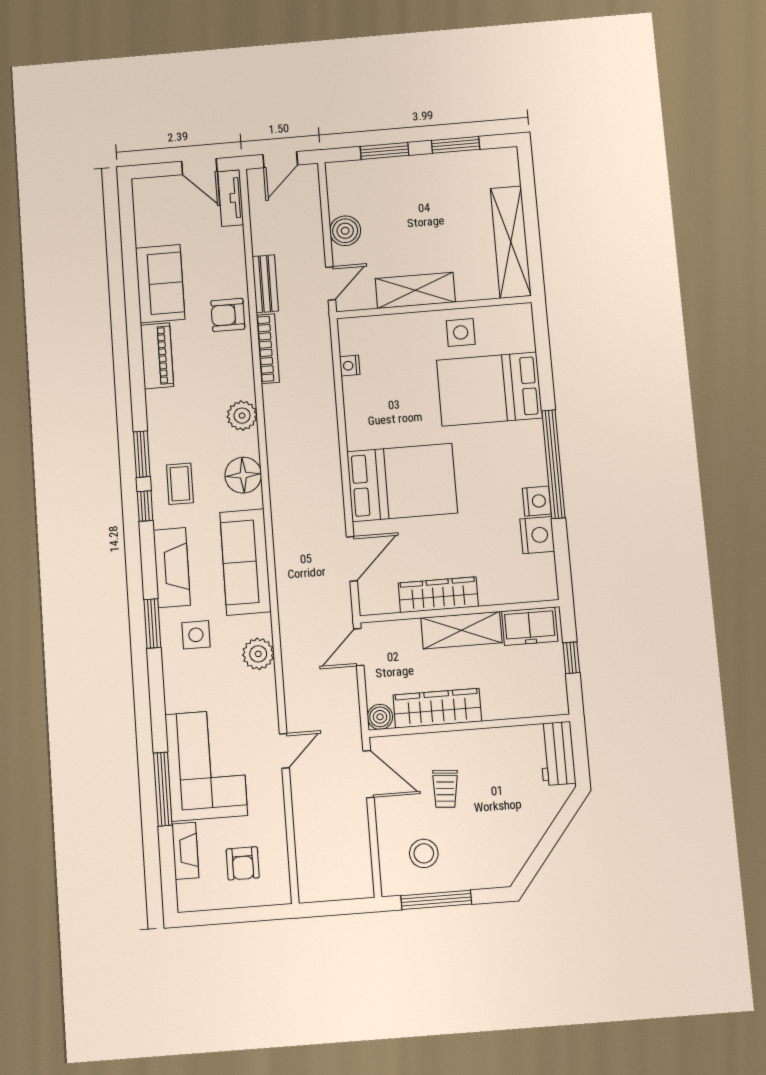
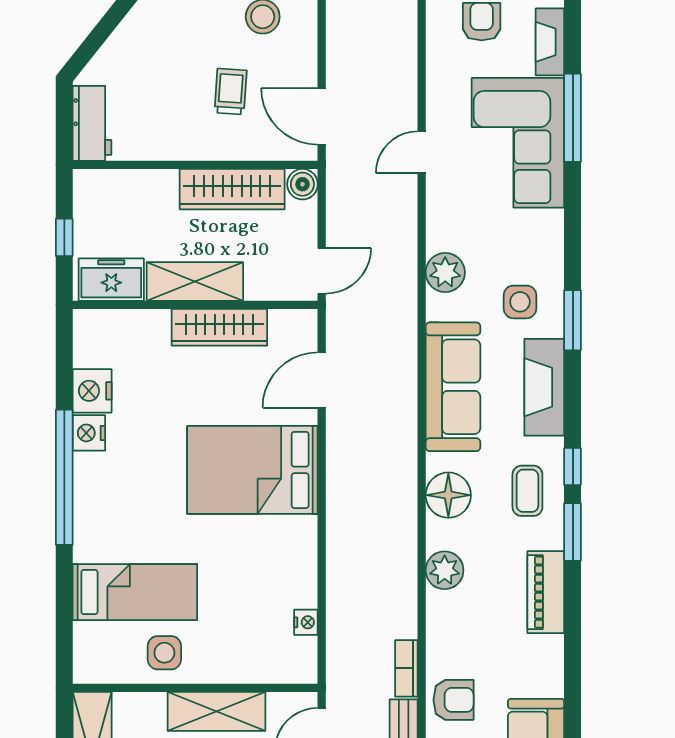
bookcase: (268, 349) -> (406, 668), width x0.64
piano: (157, 356) -> (546, 592), moved
bed: (489, 389) -> (135, 592), width x0.67

